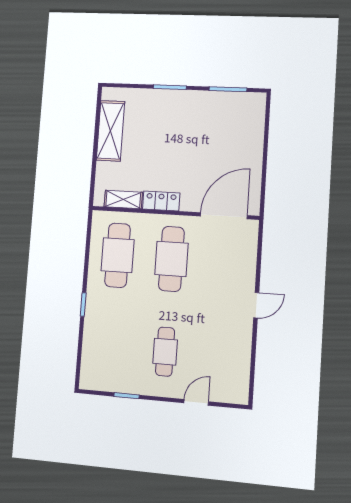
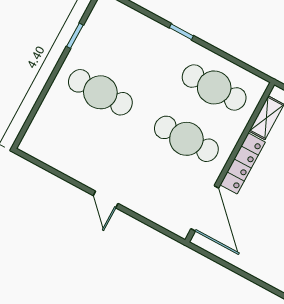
locker: (161, 201) -> (243, 163), width x1.53
cafe table: (165, 352) -> (100, 92), width x1.37, depth x1.35
door: (196, 402) -> (40, 101), removed

